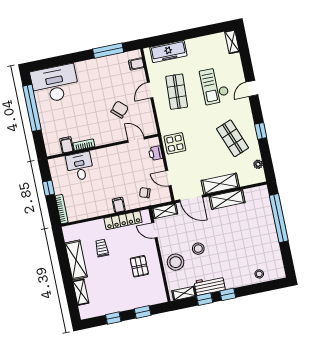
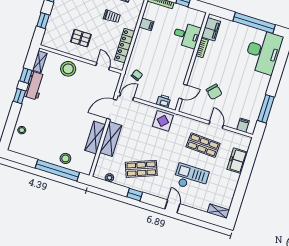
freezer: (168, 51) -> (237, 161), width x0.71
filing cabinet: (67, 145) -> (211, 29), width x2.00
door: (168, 178) -> (127, 97), moved
filing cabinet: (119, 205) -> (146, 24), moved
shelving: (165, 211) -> (113, 83), removed
door: (154, 230) -> (103, 66), hinge flipped
stool: (198, 249) -> (65, 158), moved

